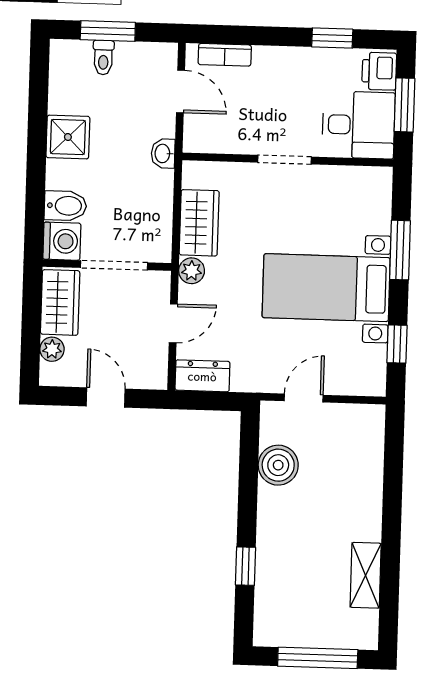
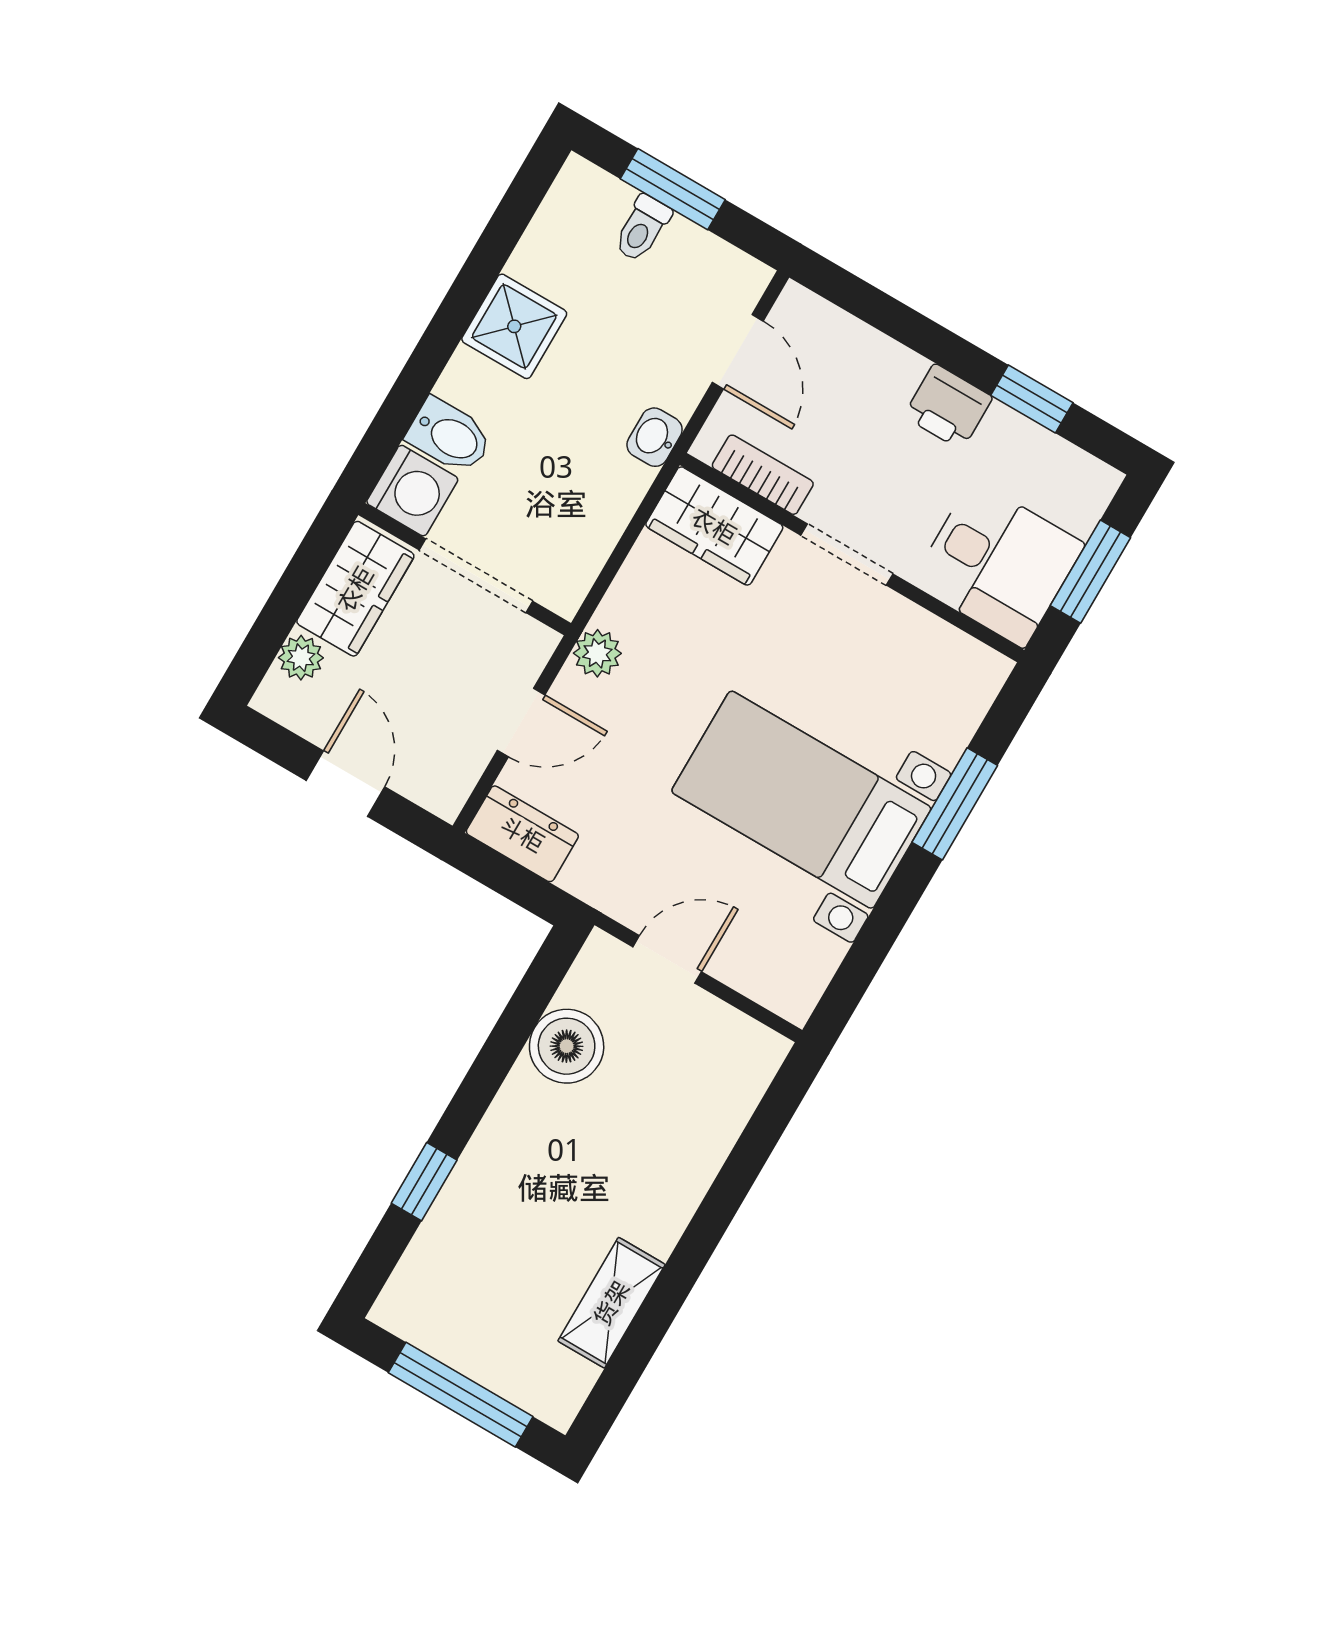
bookcase: (225, 55) -> (763, 475), moved, turned 180
printer: (379, 71) -> (948, 407), moved, turned -90
wardrobe: (199, 223) -> (714, 526), moved, turned 90
window: (397, 344) -> (867, 954), removed

